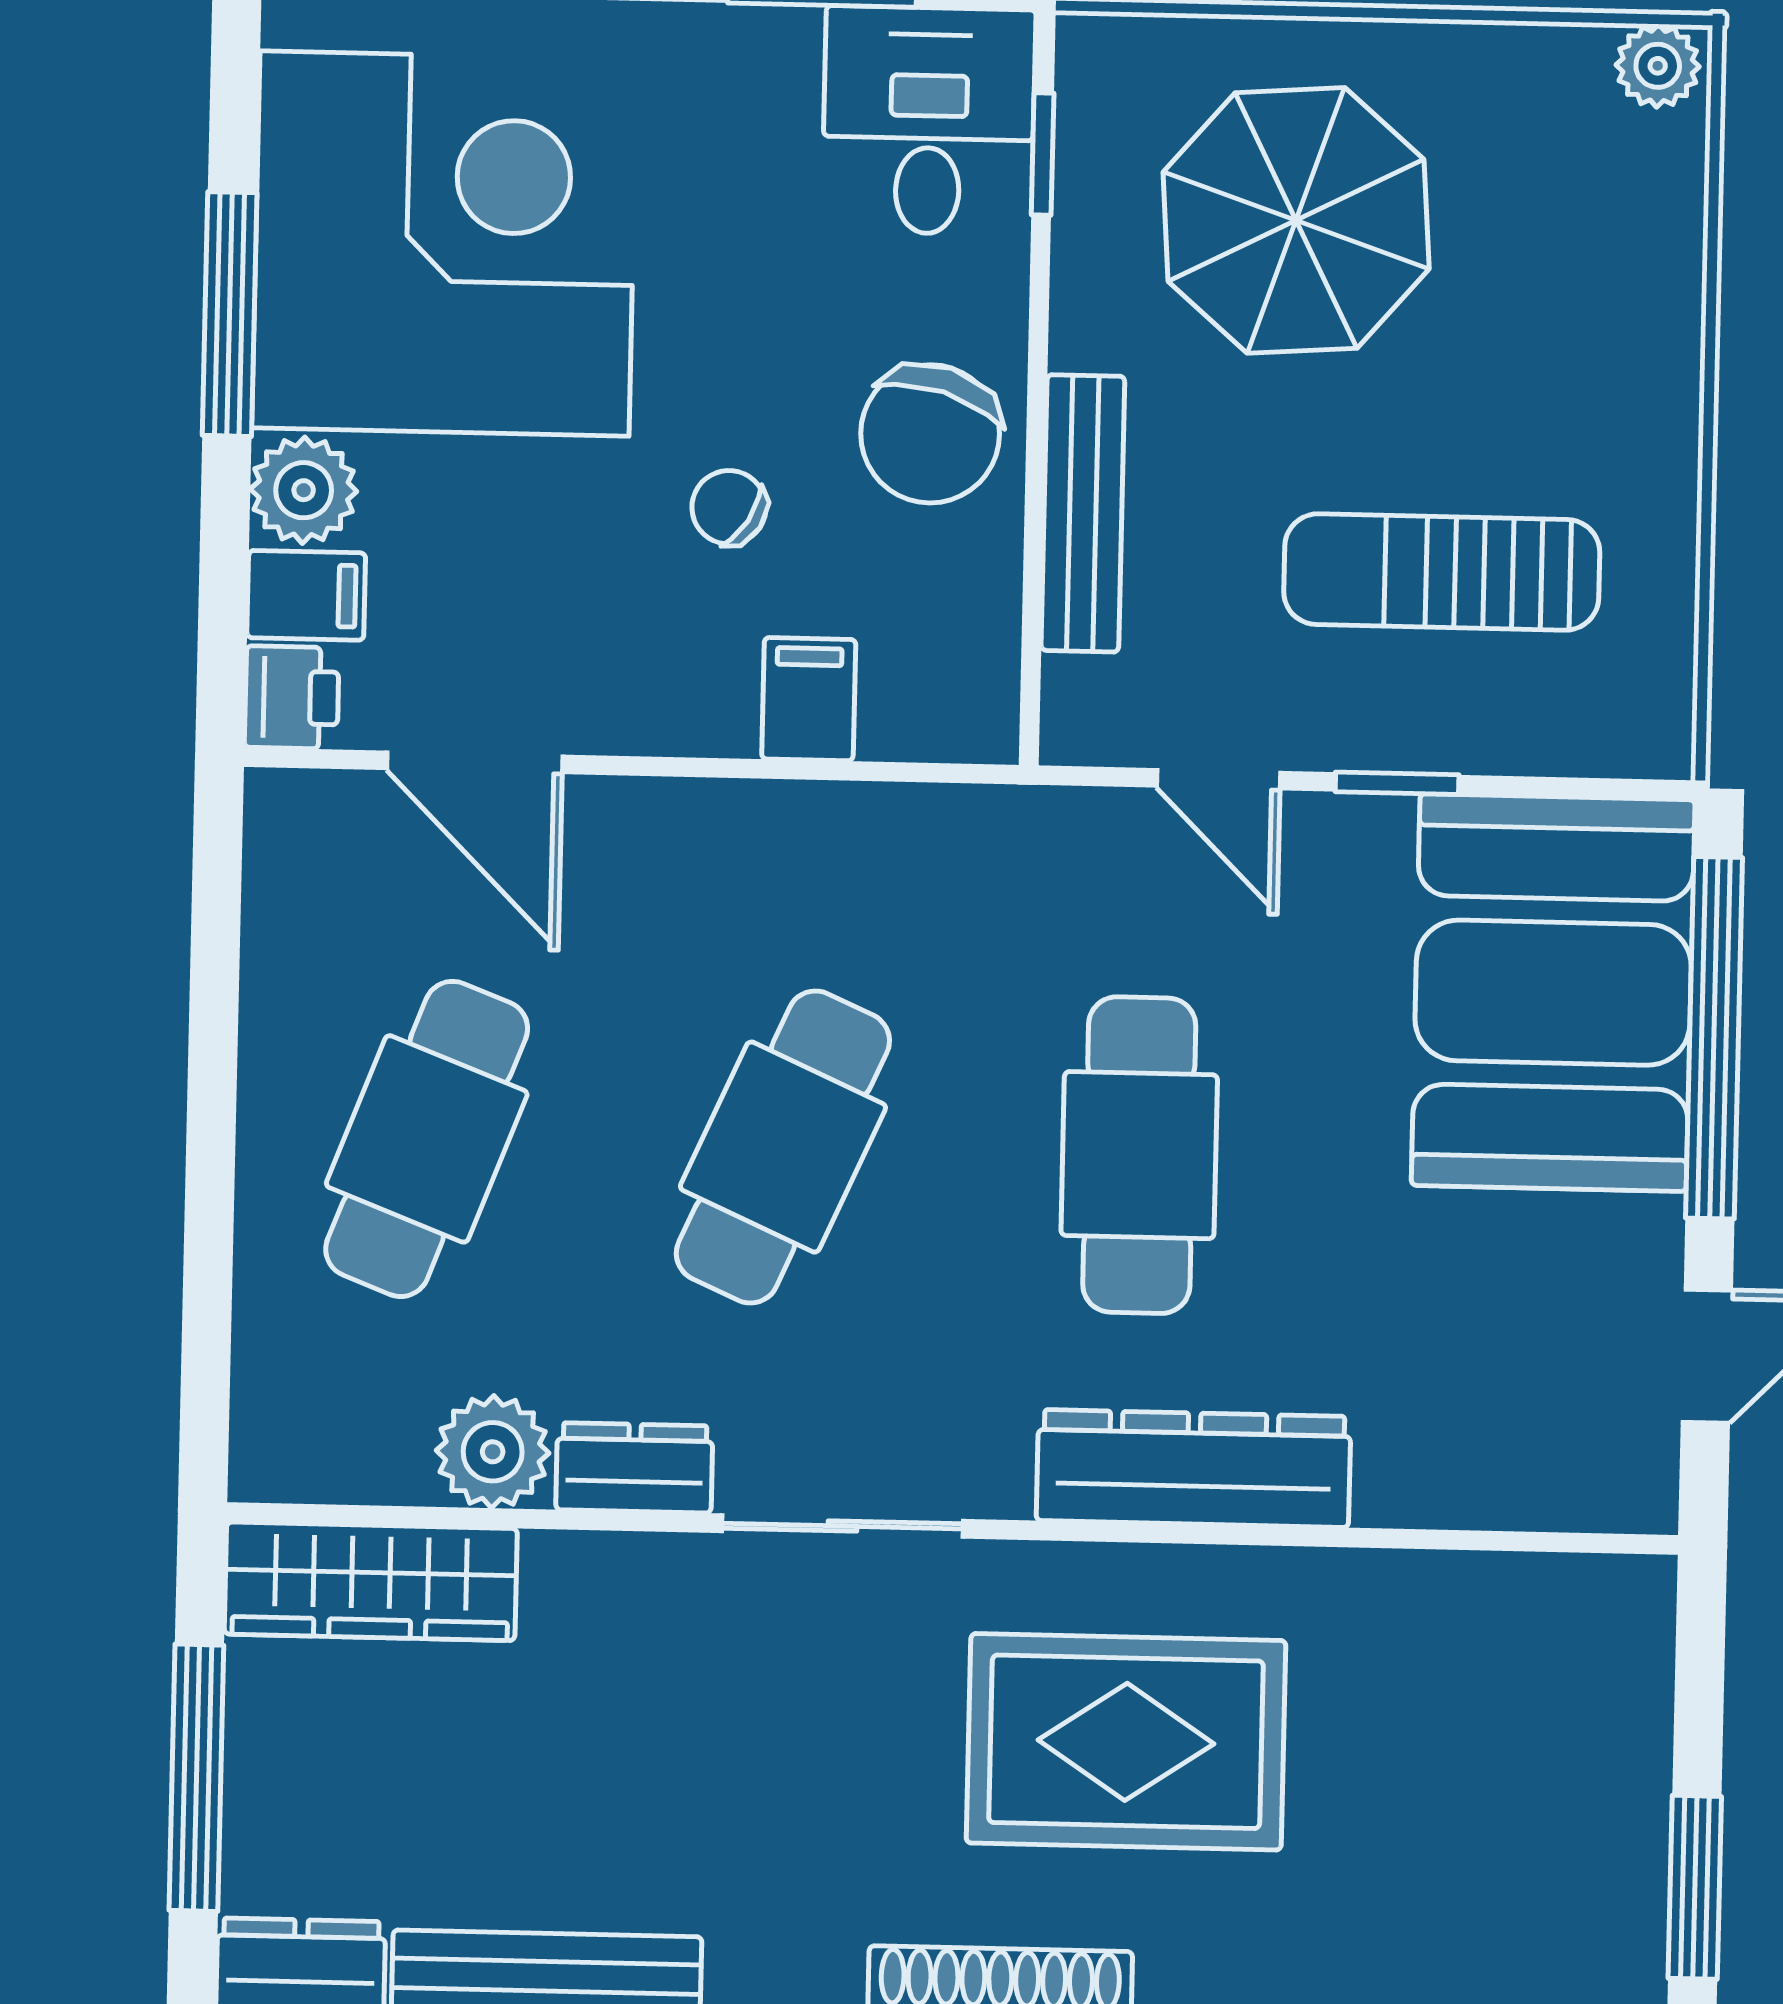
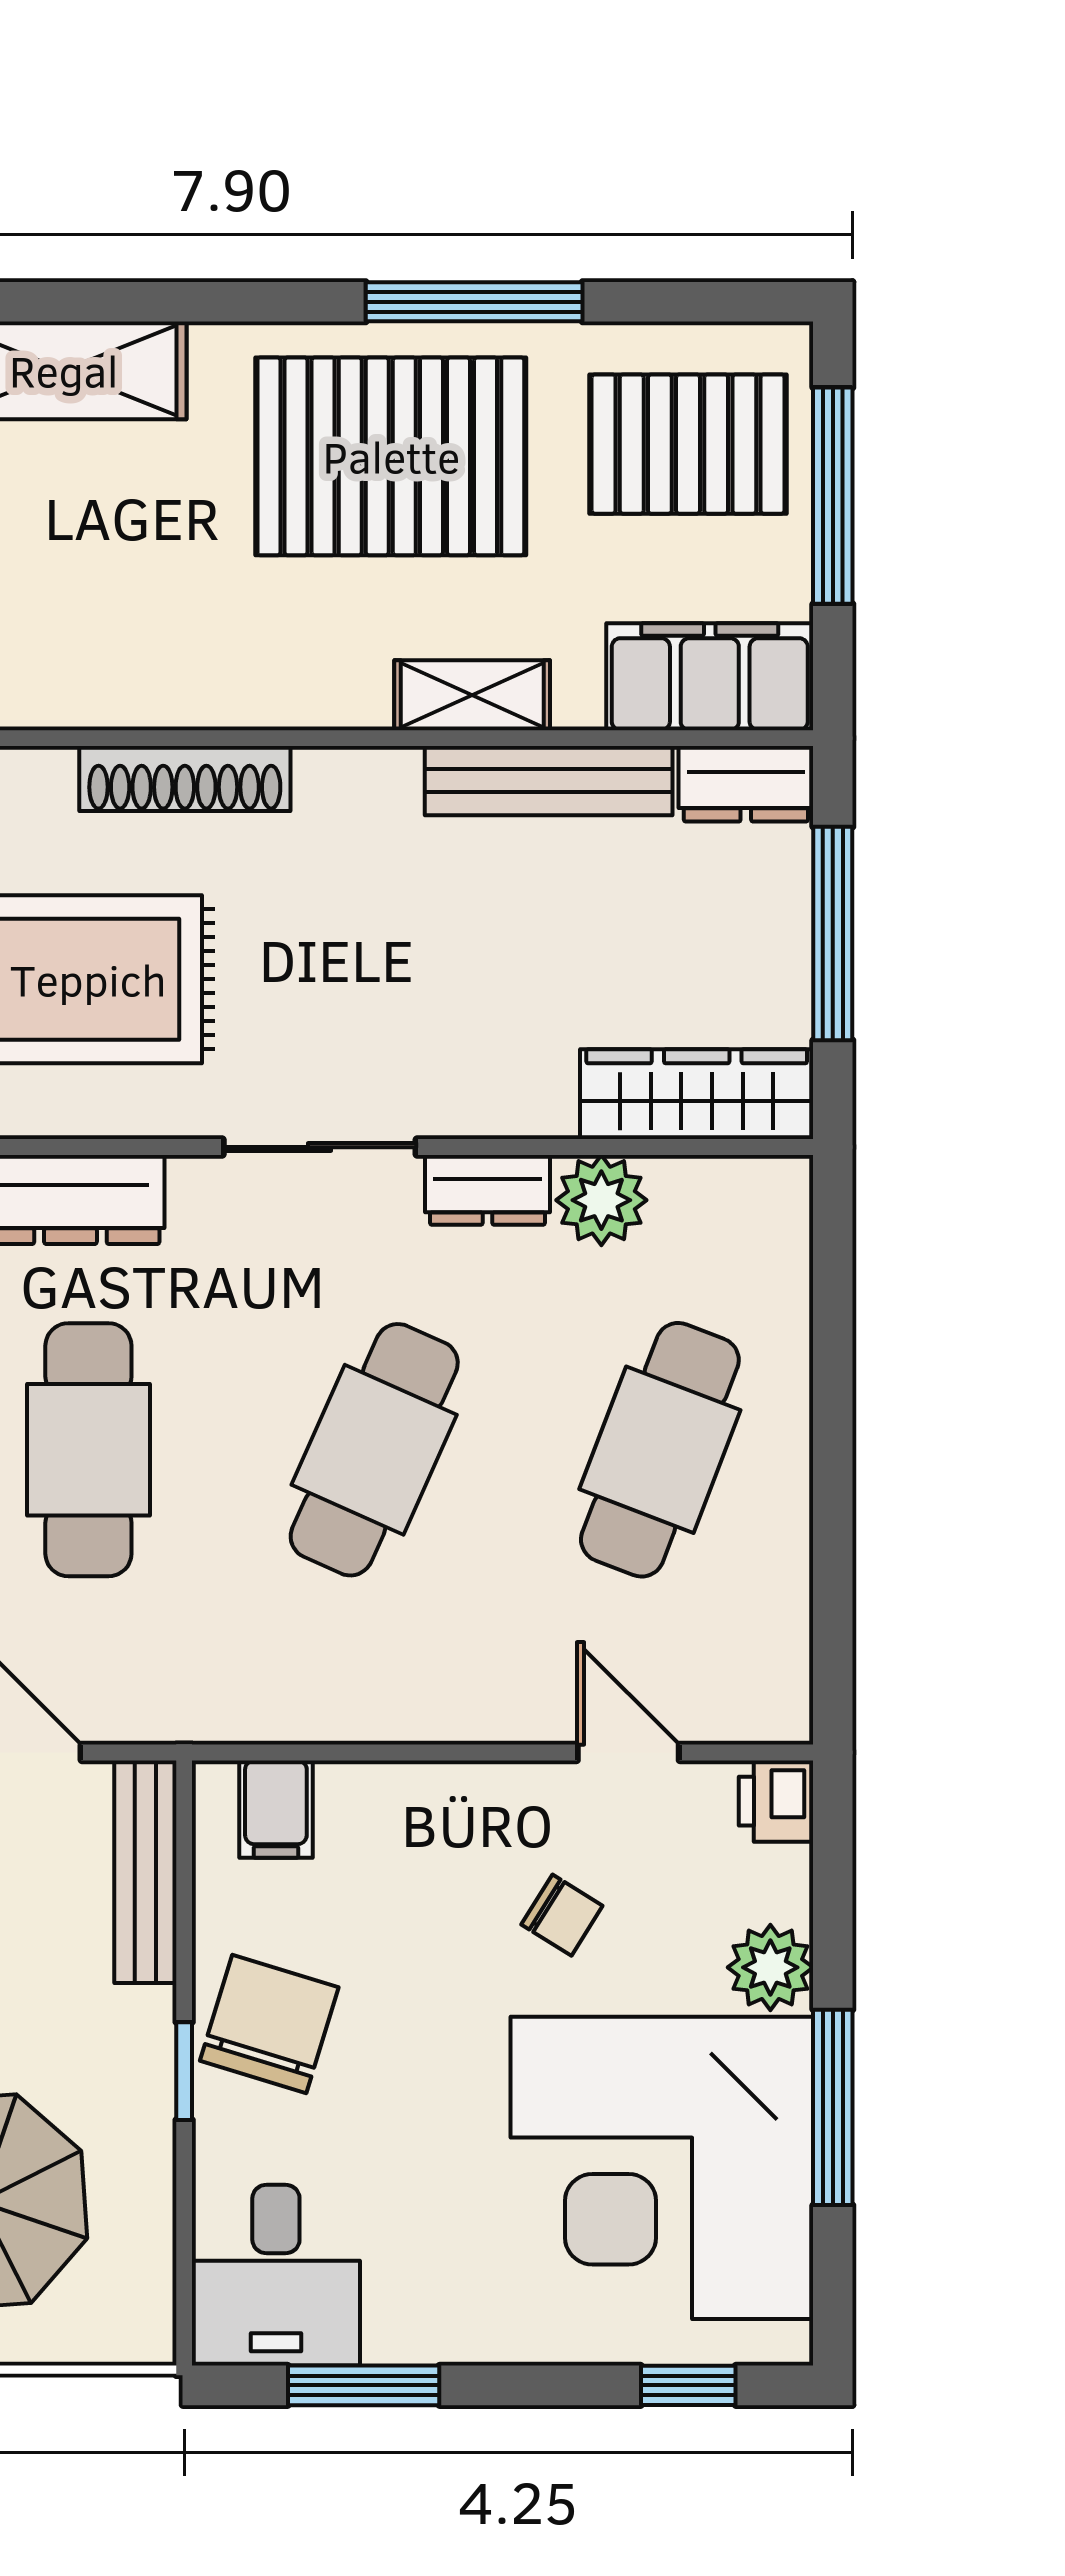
window: (1043, 154) -> (184, 2071), moved
chair: (729, 507) -> (562, 1915), moved
bench: (1083, 513) -> (145, 1872), moved
filing cabinet: (306, 595) -> (766, 1883), removed
filing cabinet: (809, 699) -> (276, 1809), moved
door: (475, 762) -> (628, 1752), width x0.73

